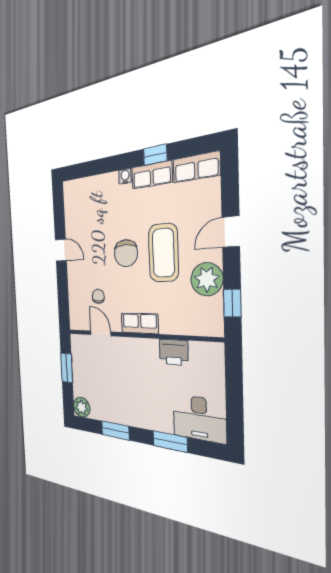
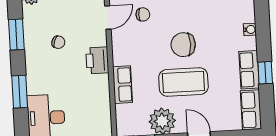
water cooler: (125, 176) -> (250, 29), moved
row of seats: (140, 323) -> (123, 85), moved
printer: (174, 352) -> (97, 60), moved
chair: (122, 389) -> (58, 42), added

